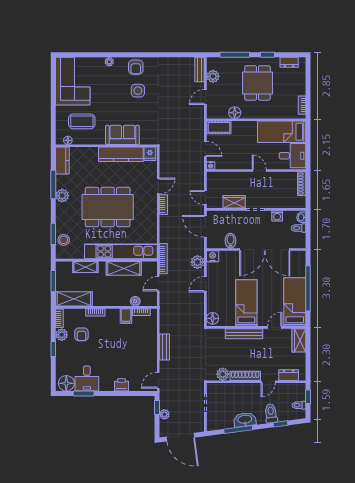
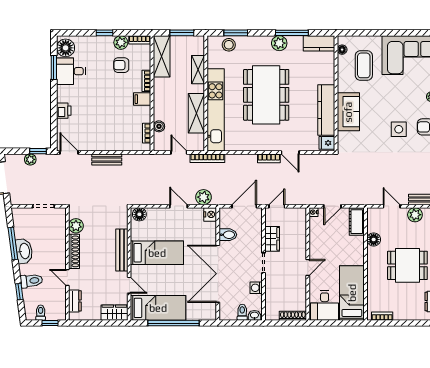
filing cabinet: (126, 316) -> (142, 99), moved

